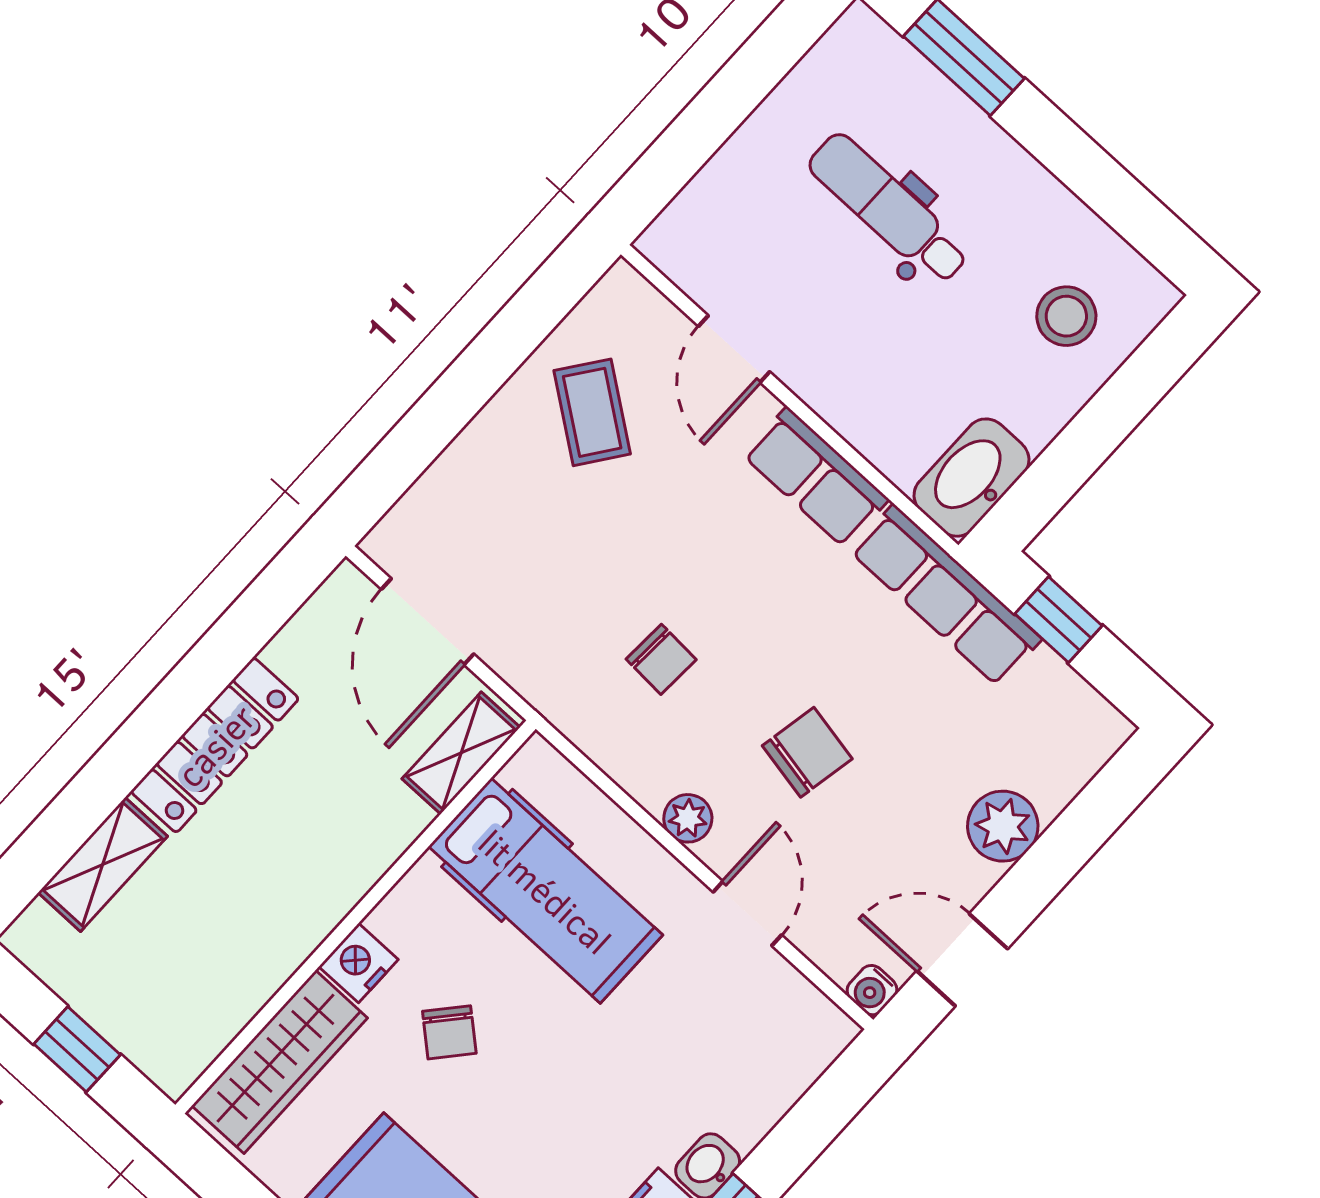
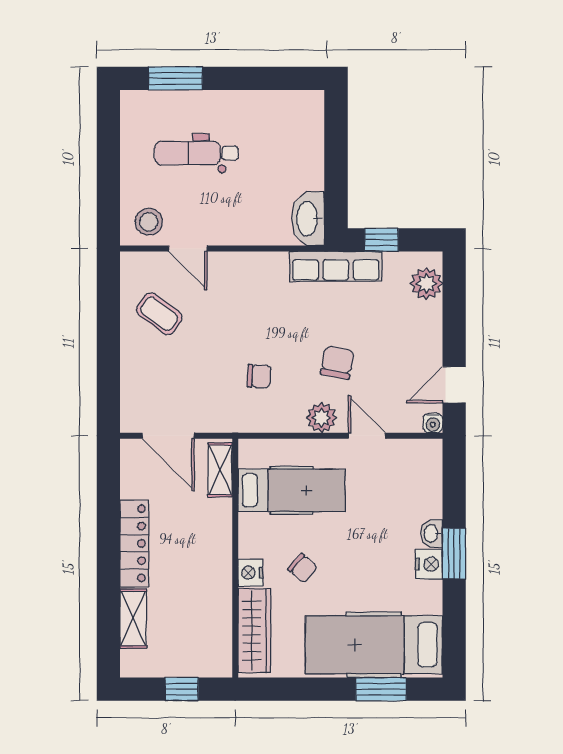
stool: (1066, 316) -> (149, 222), moved
row of seats: (816, 477) -> (255, 267), removed
plant: (688, 818) -> (321, 418), width x1.38, depth x1.38
plant: (1003, 826) -> (426, 284), moved

